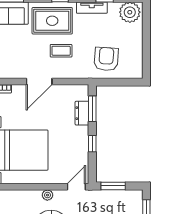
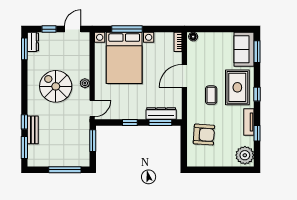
door: (39, 81) -> (184, 76), hinge flipped
dresser: (82, 113) -> (161, 113), width x1.44
door: (76, 187) -> (92, 109), hinge flipped

